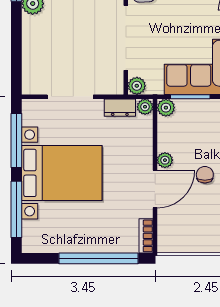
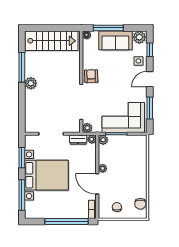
window: (16, 140) -> (22, 158), width x0.69
chair: (205, 175) -> (117, 207), moved
door: (155, 189) -> (97, 184), swing flipped

